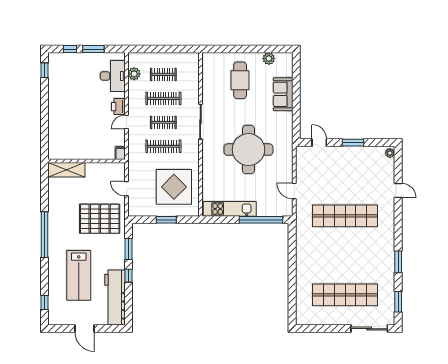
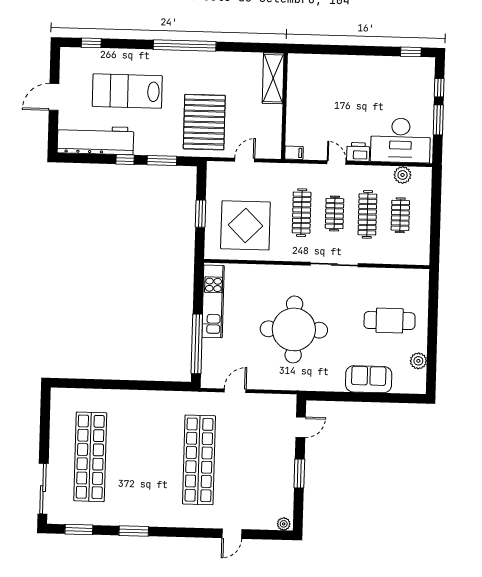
desk: (113, 76) -> (401, 140), width x1.36, depth x1.30

